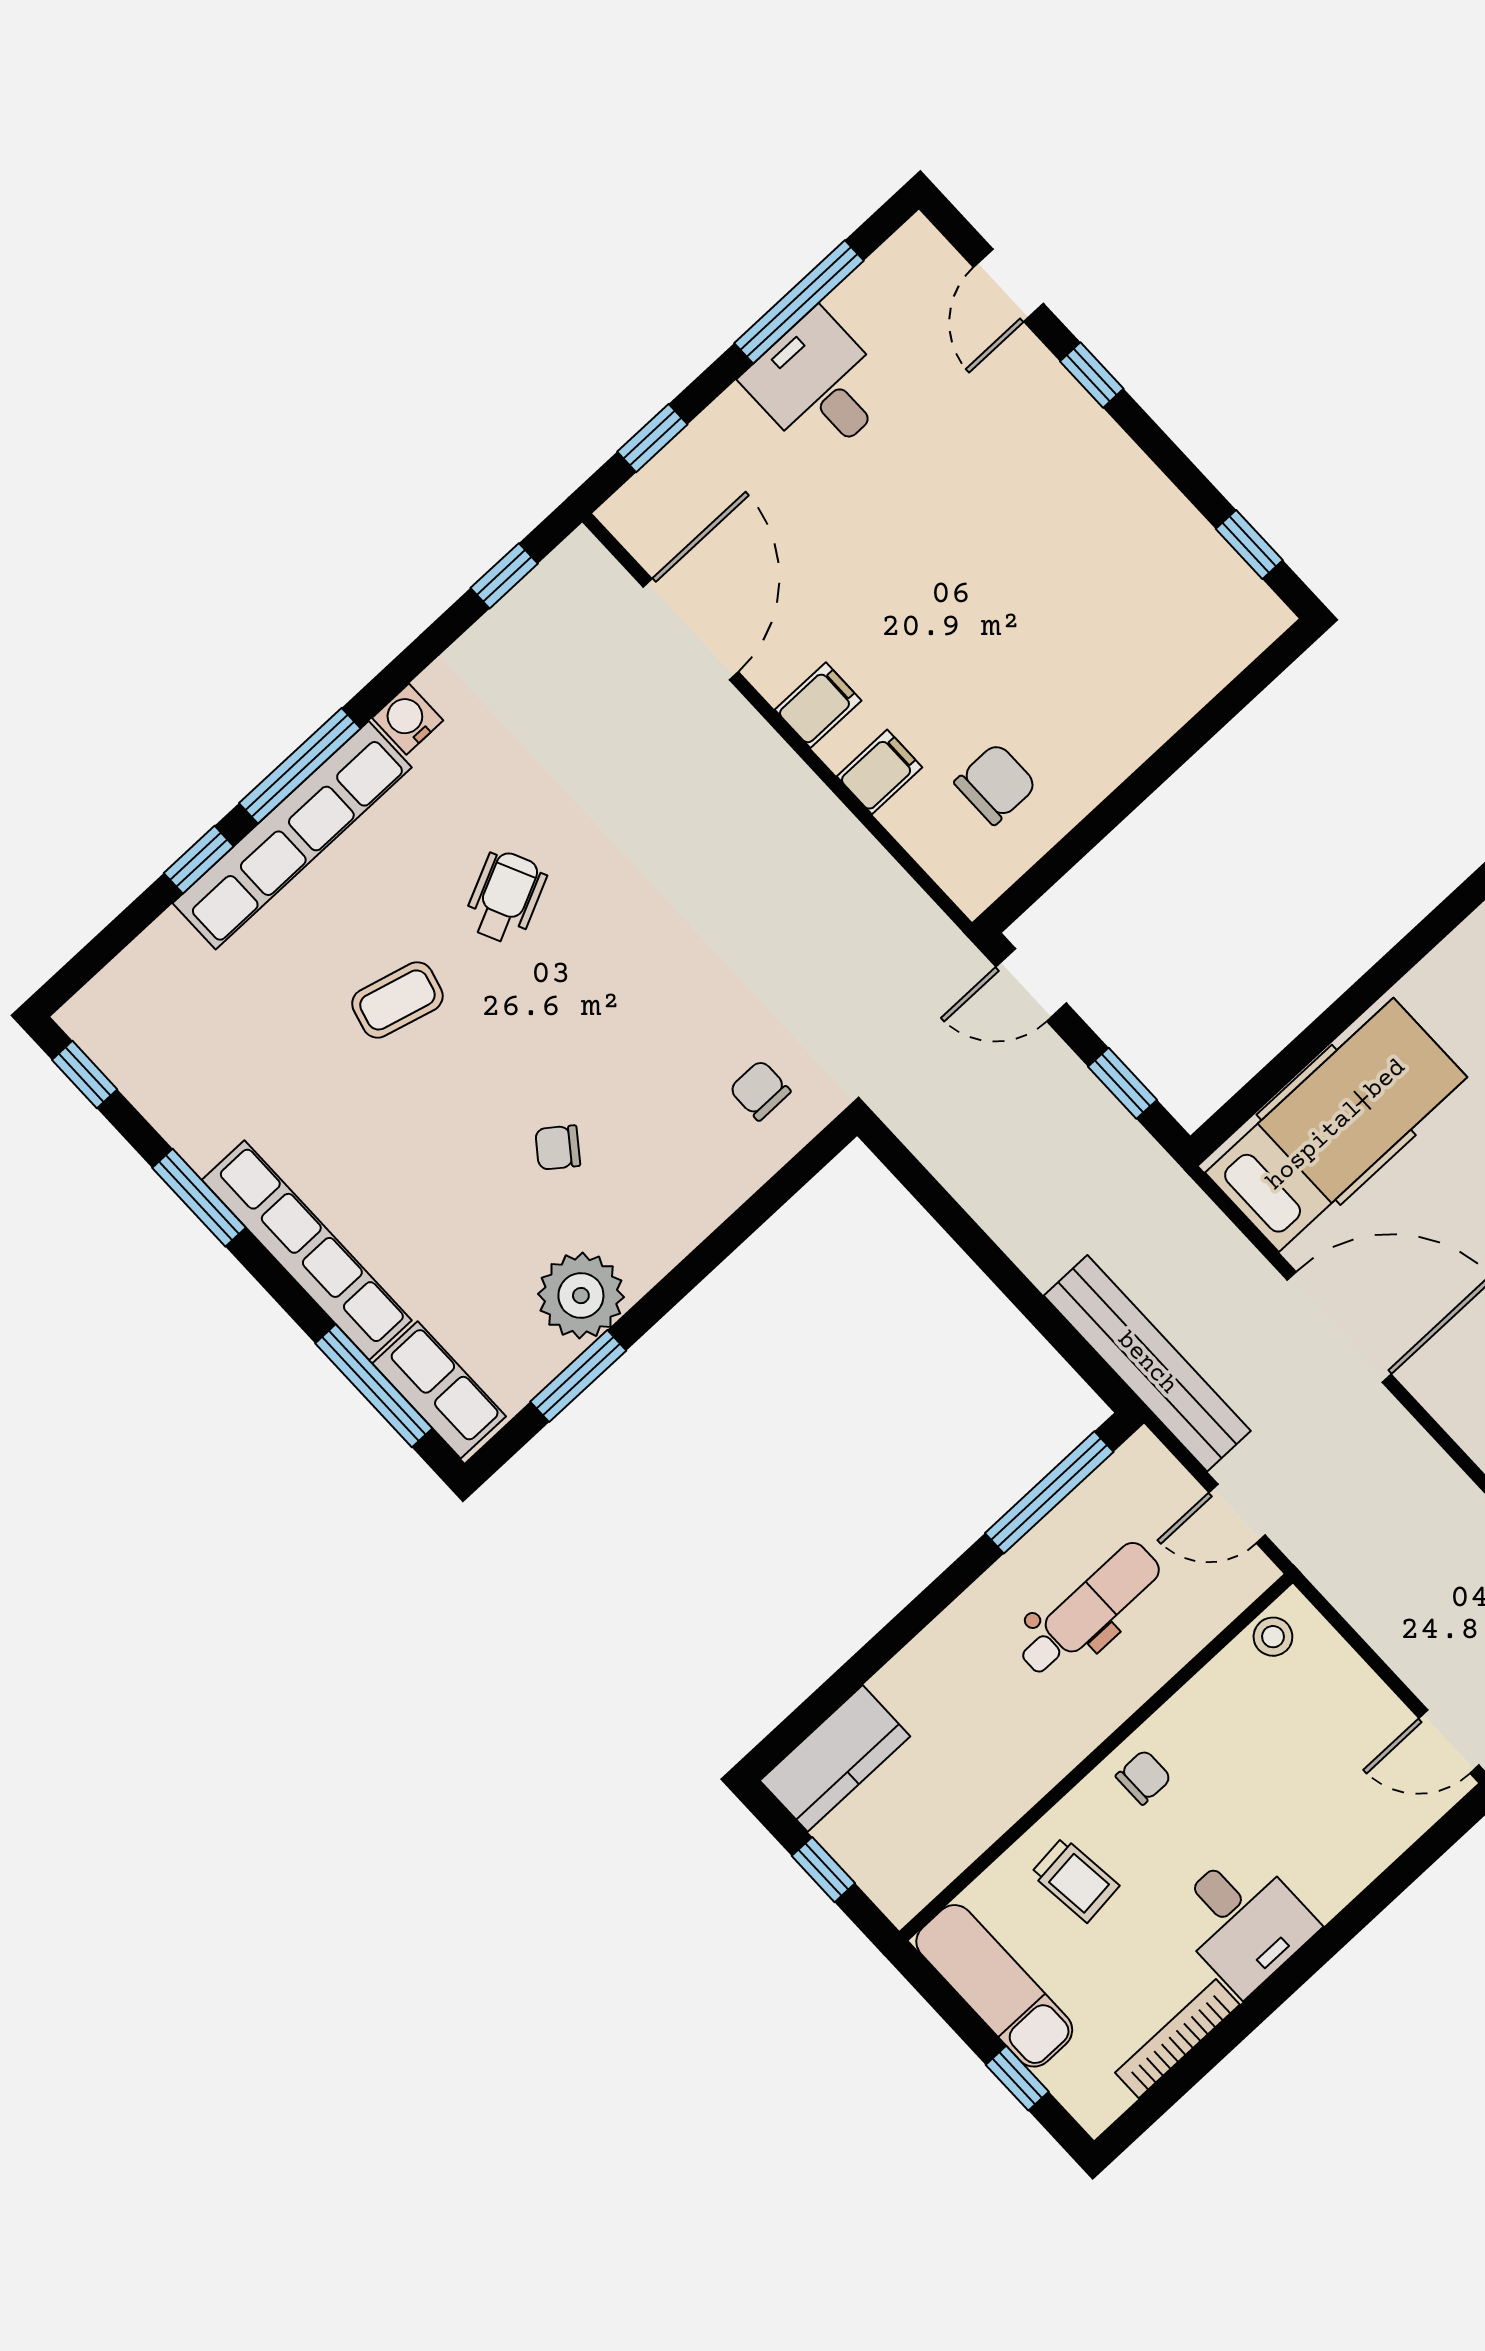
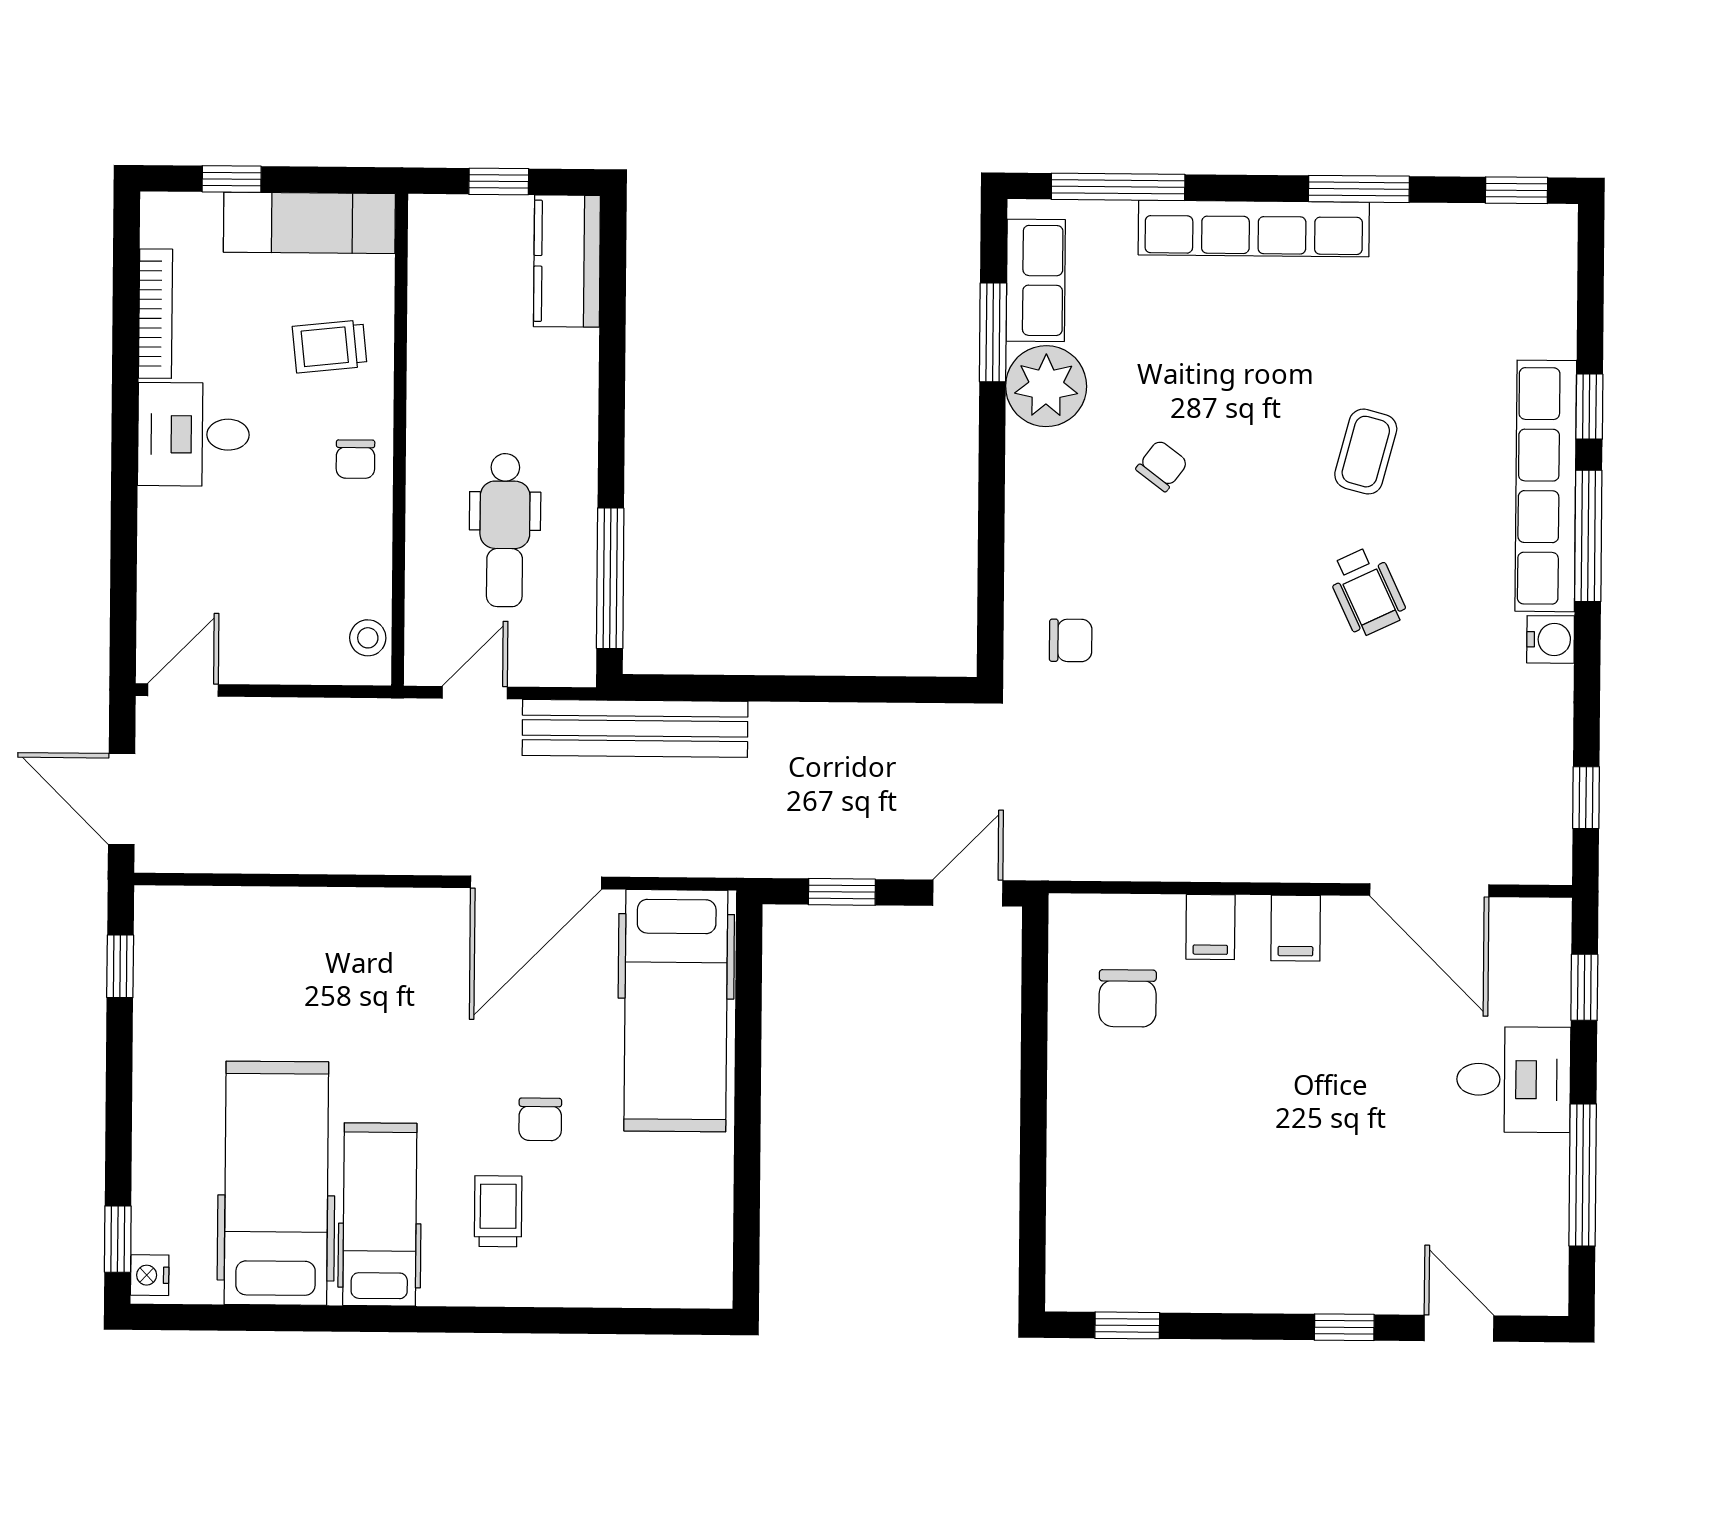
desk: (819, 385) -> (1514, 1080), moved
row of seats: (439, 1390) -> (1036, 280), moved, turned -90

